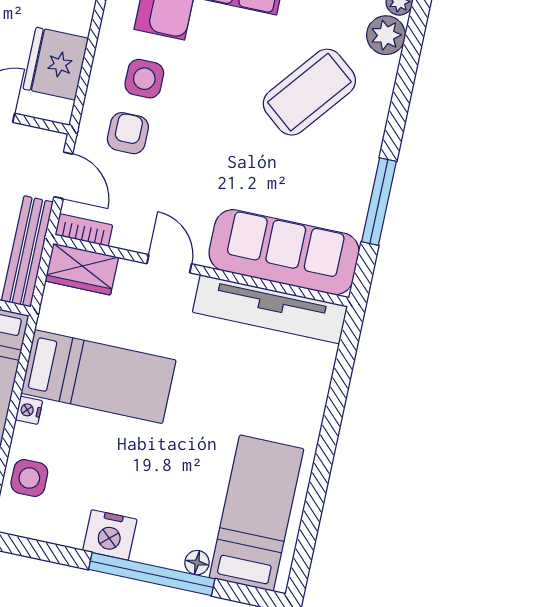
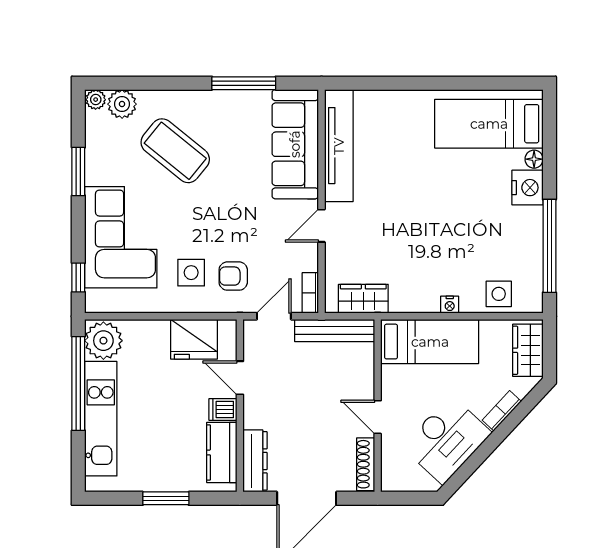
wardrobe: (82, 269) -> (363, 299), moved, turned -90
bed: (98, 377) -> (414, 259), removed
nightstand: (110, 535) -> (527, 188), moved
window: (152, 574) -> (549, 246), moved

